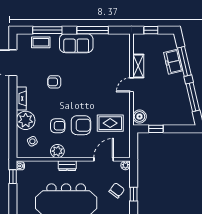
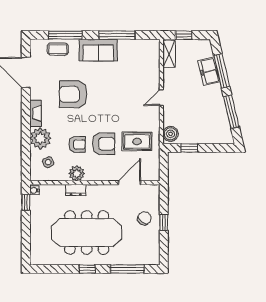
shelving: (138, 66) -> (169, 54), moved
armchair: (54, 82) -> (73, 94), width x1.88, depth x1.88
plant: (126, 165) -> (155, 190), removed
dresser: (67, 166) -> (76, 190), moved

